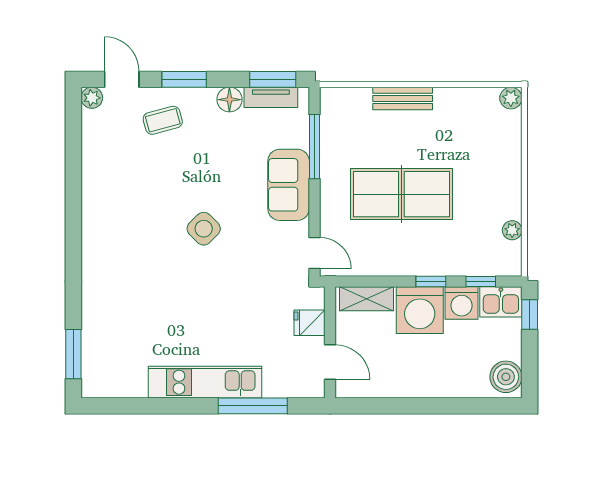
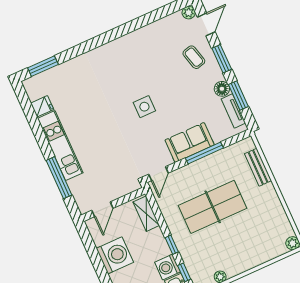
window: (273, 79) -> (238, 96), moved
bench: (403, 98) -> (258, 167), moved
window: (314, 147) -> (204, 153), moved
table tennis table: (401, 194) -> (213, 207), turned 90
side table: (204, 229) -> (144, 107), turned 45
washing machine: (420, 310) -> (115, 255), moved, turned 180
fridge: (309, 323) -> (42, 106), moved, turned 90

